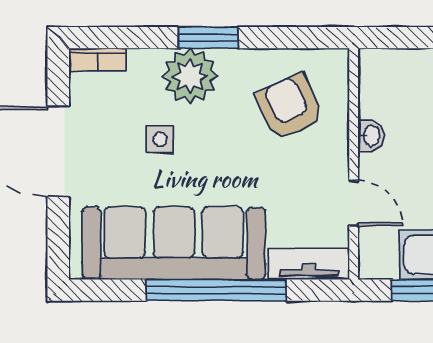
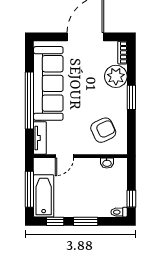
plant: (190, 76) -> (116, 76), moved
washbasin: (371, 136) -> (107, 163), moved
side table: (160, 139) -> (90, 78), removed

